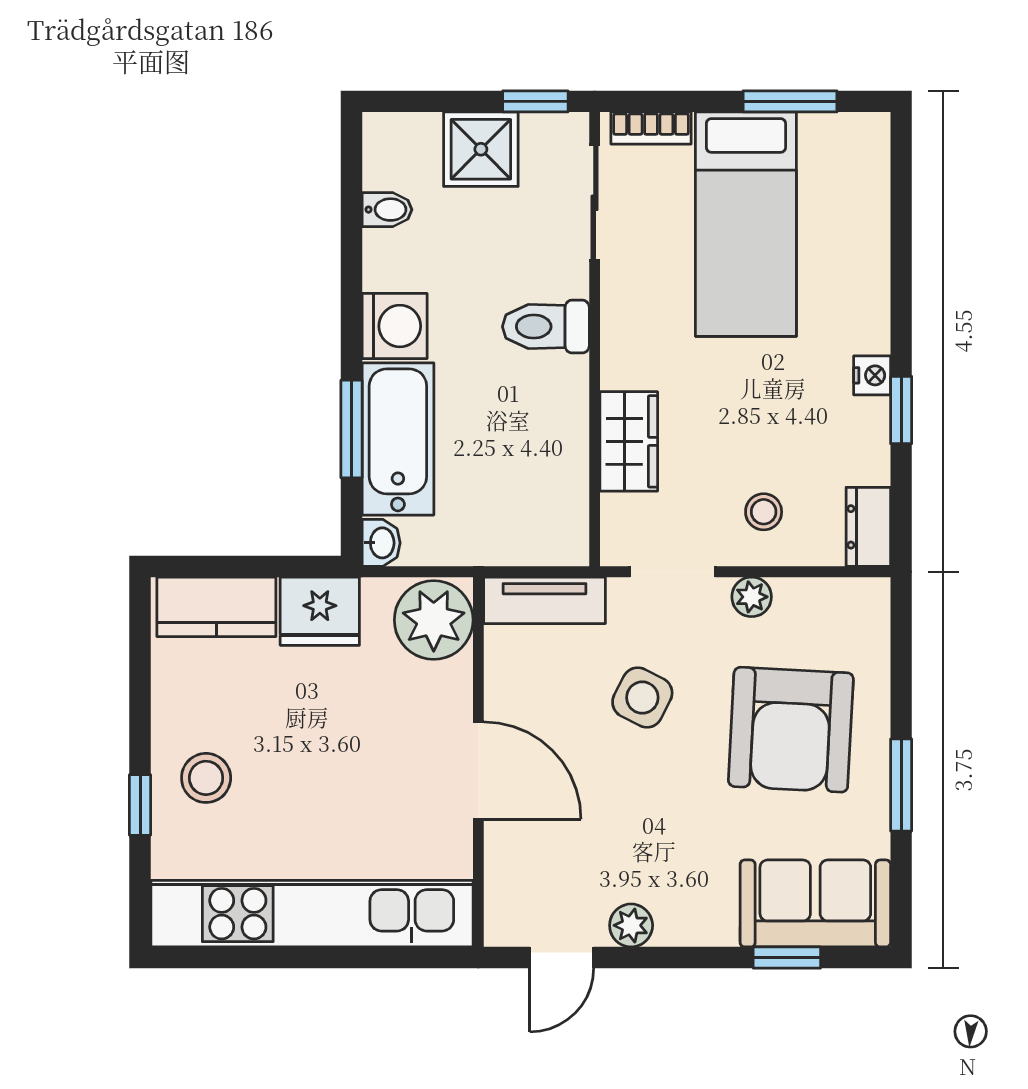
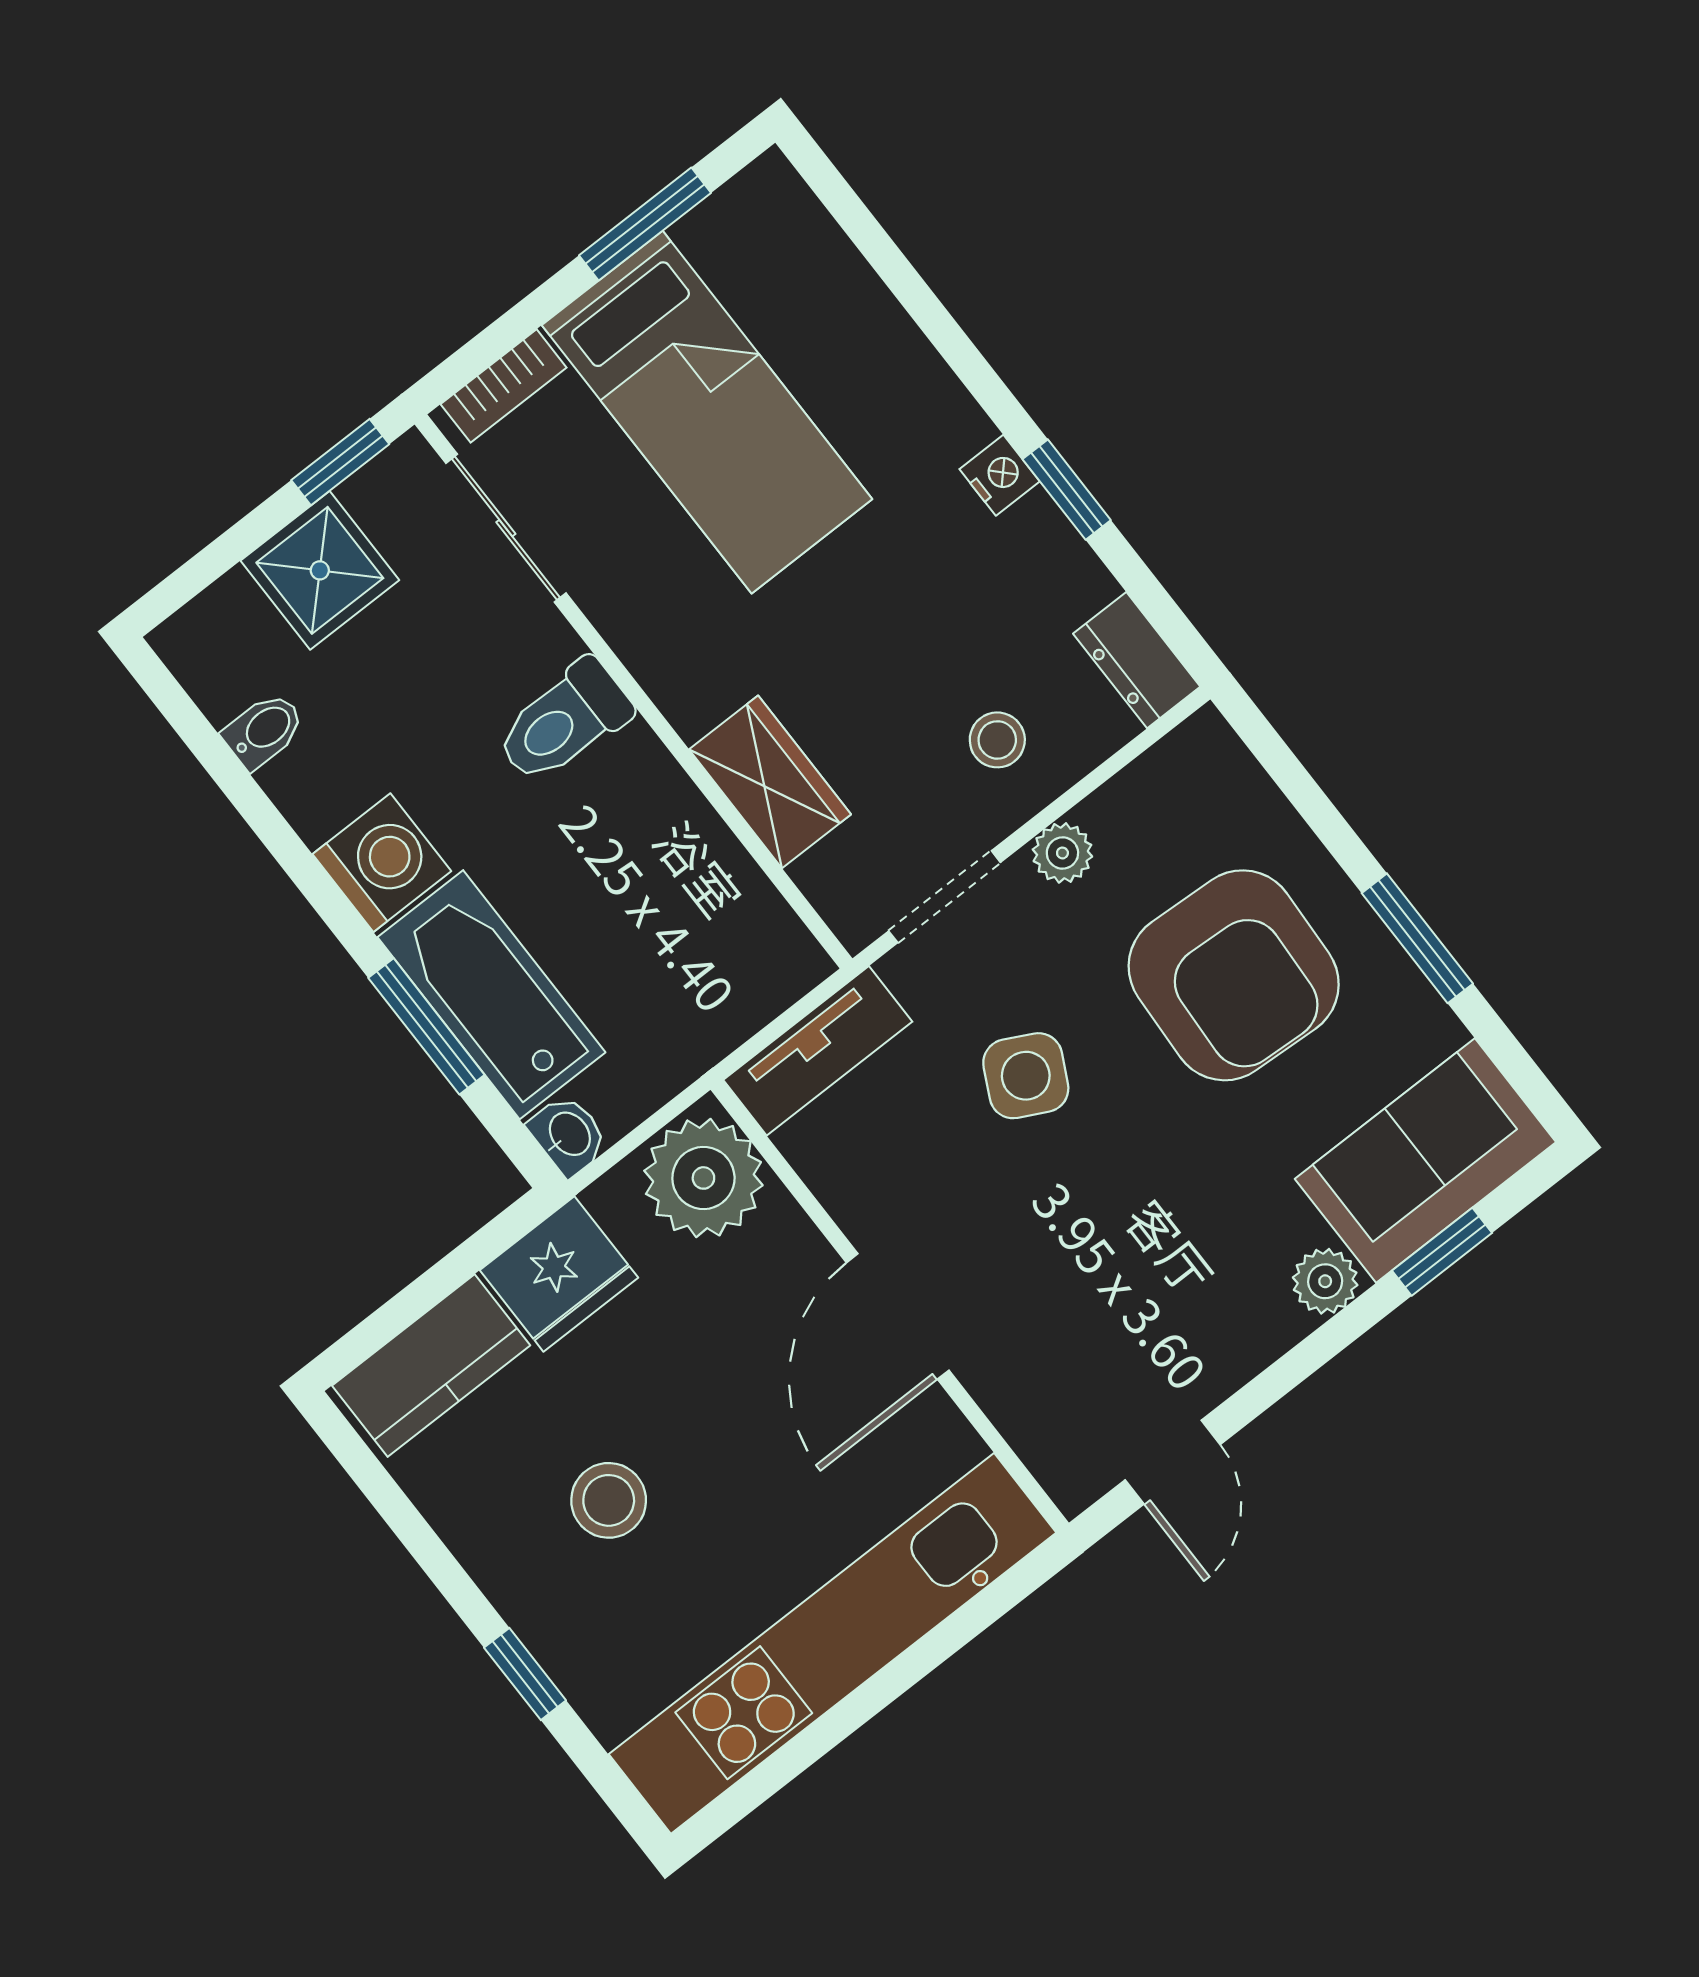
door: (478, 771) -> (898, 1316), swing flipped
stool: (206, 778) -> (609, 1500), moved
plant: (631, 925) -> (1325, 1281), moved

